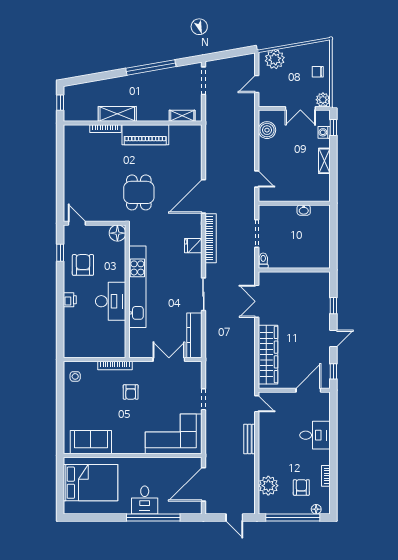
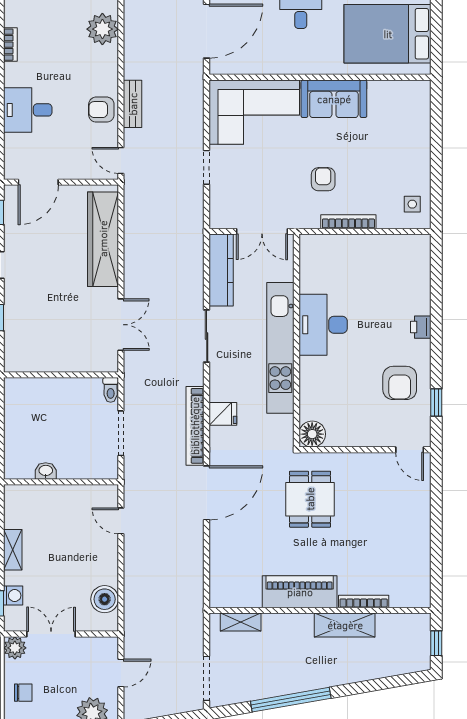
floor lamp: (117, 233) -> (312, 434), moved
kitchen unit: (137, 287) -> (280, 348), moved
wall: (127, 291) -> (296, 341), moved
desk: (111, 301) -> (323, 325), moved
sofa: (91, 442) -> (334, 99), moved
armchair: (301, 487) -> (101, 110), moved, turned 90

